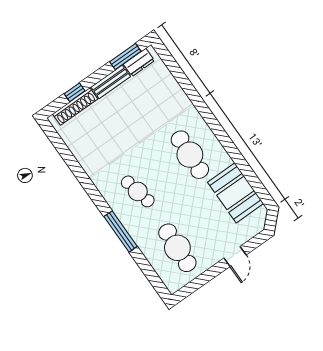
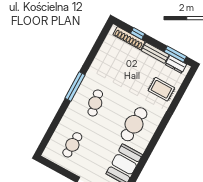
rug: (162, 97) -> (161, 89), added
window: (121, 231) -> (75, 87), moved
cafe table: (177, 248) -> (72, 145), width x0.73, depth x0.74

